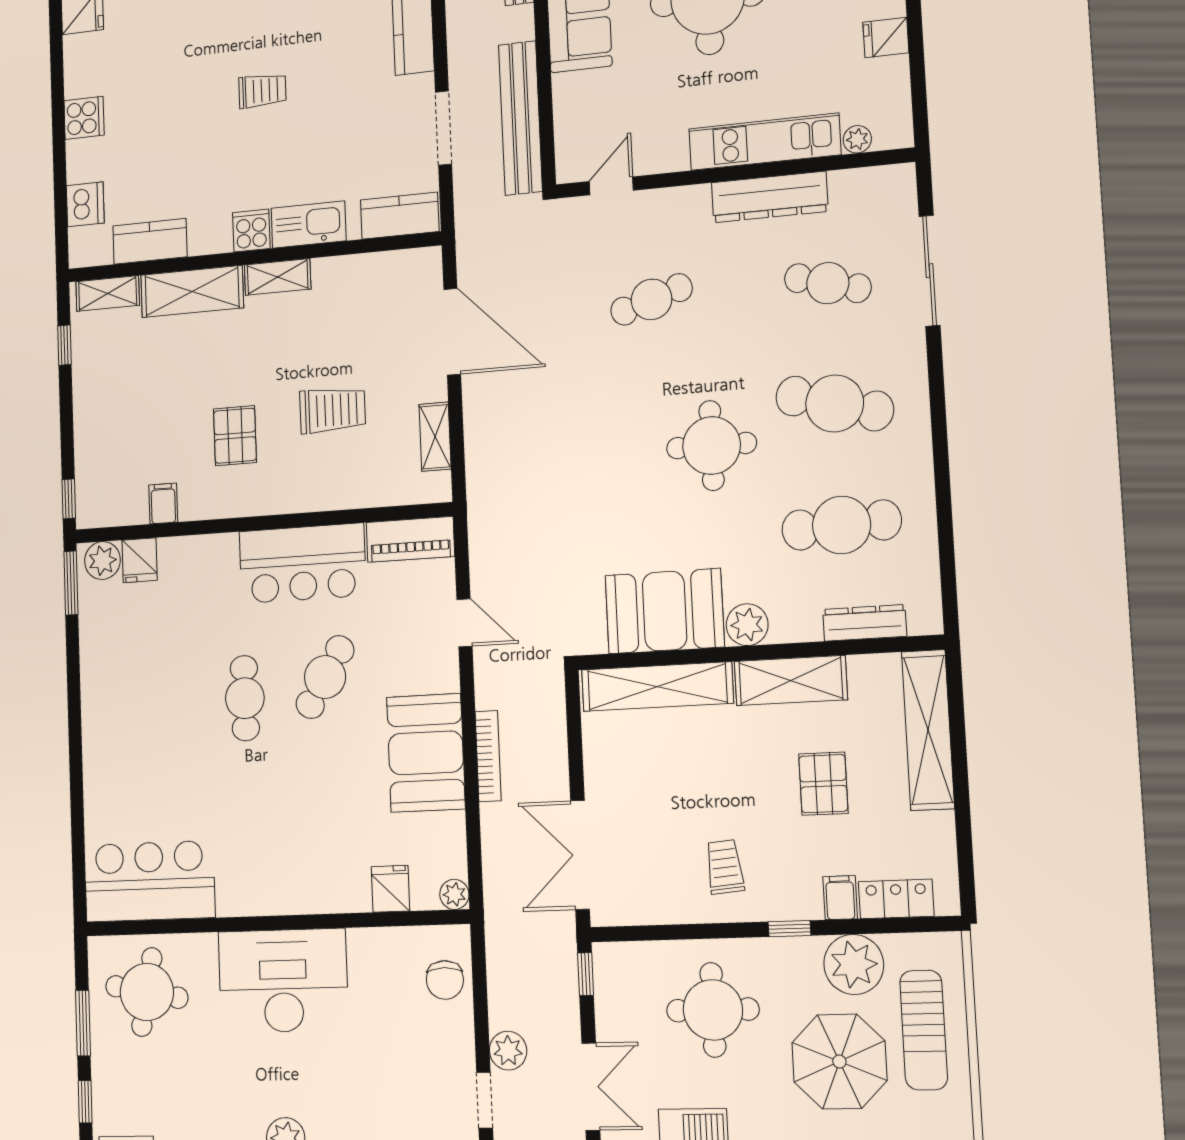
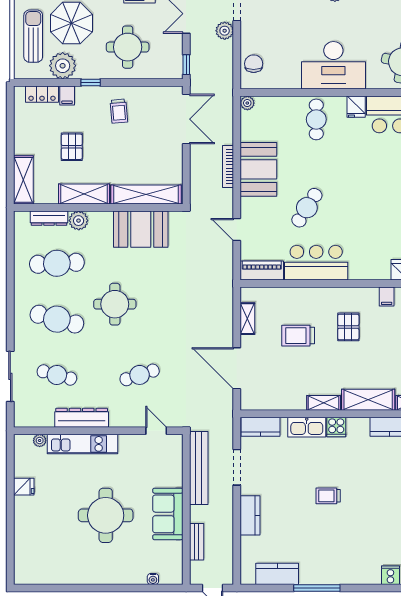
door: (611, 186) -> (156, 431), swing flipped
plant: (747, 625) -> (79, 221), moved
cafe table: (245, 698) -> (316, 119), moved
shelving: (928, 730) -> (23, 180), width x0.68
fridge: (391, 889) -> (356, 107), moved

